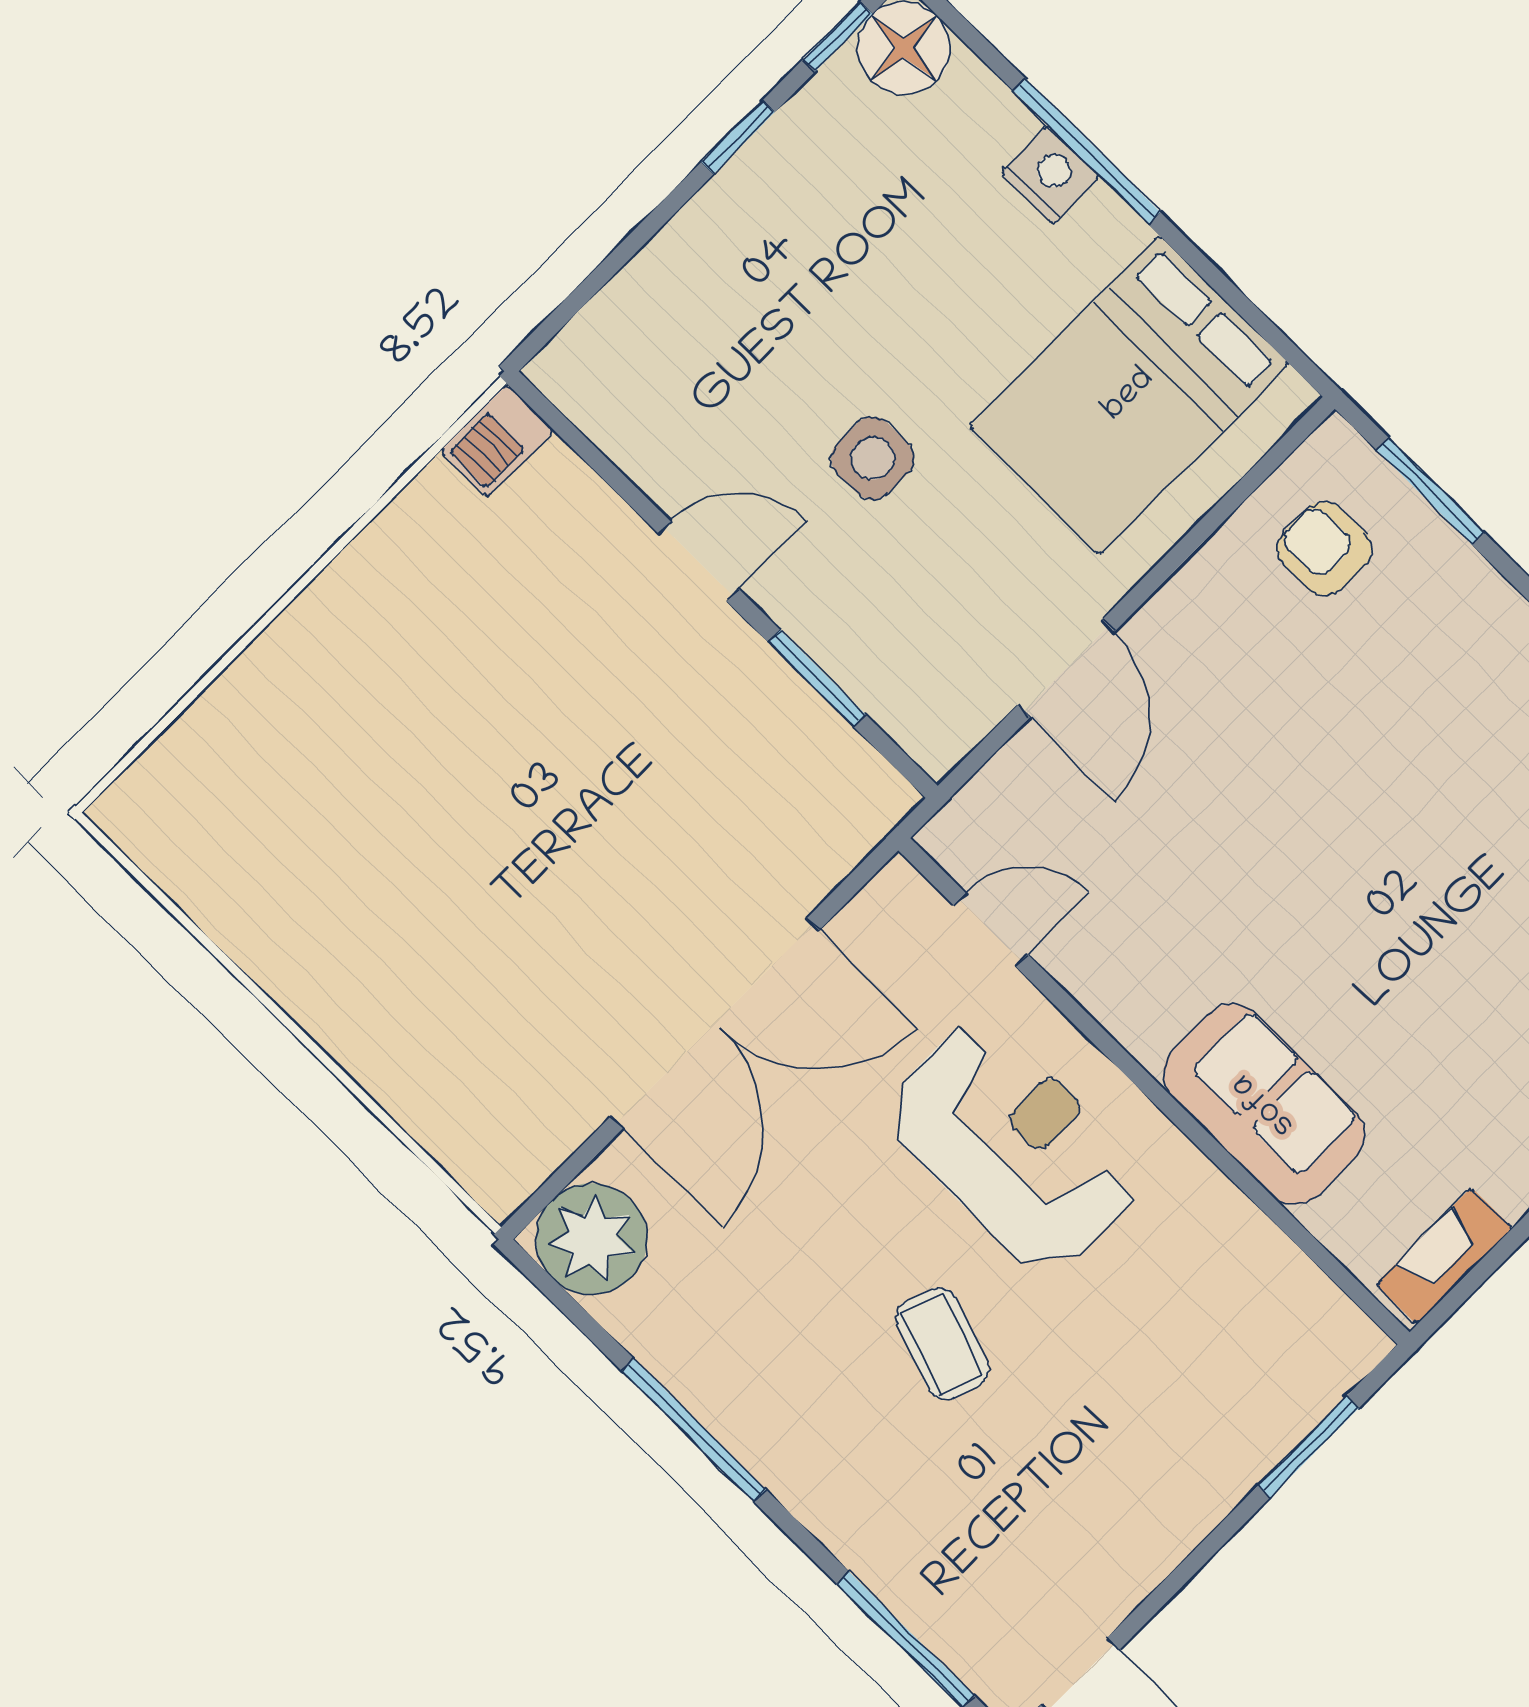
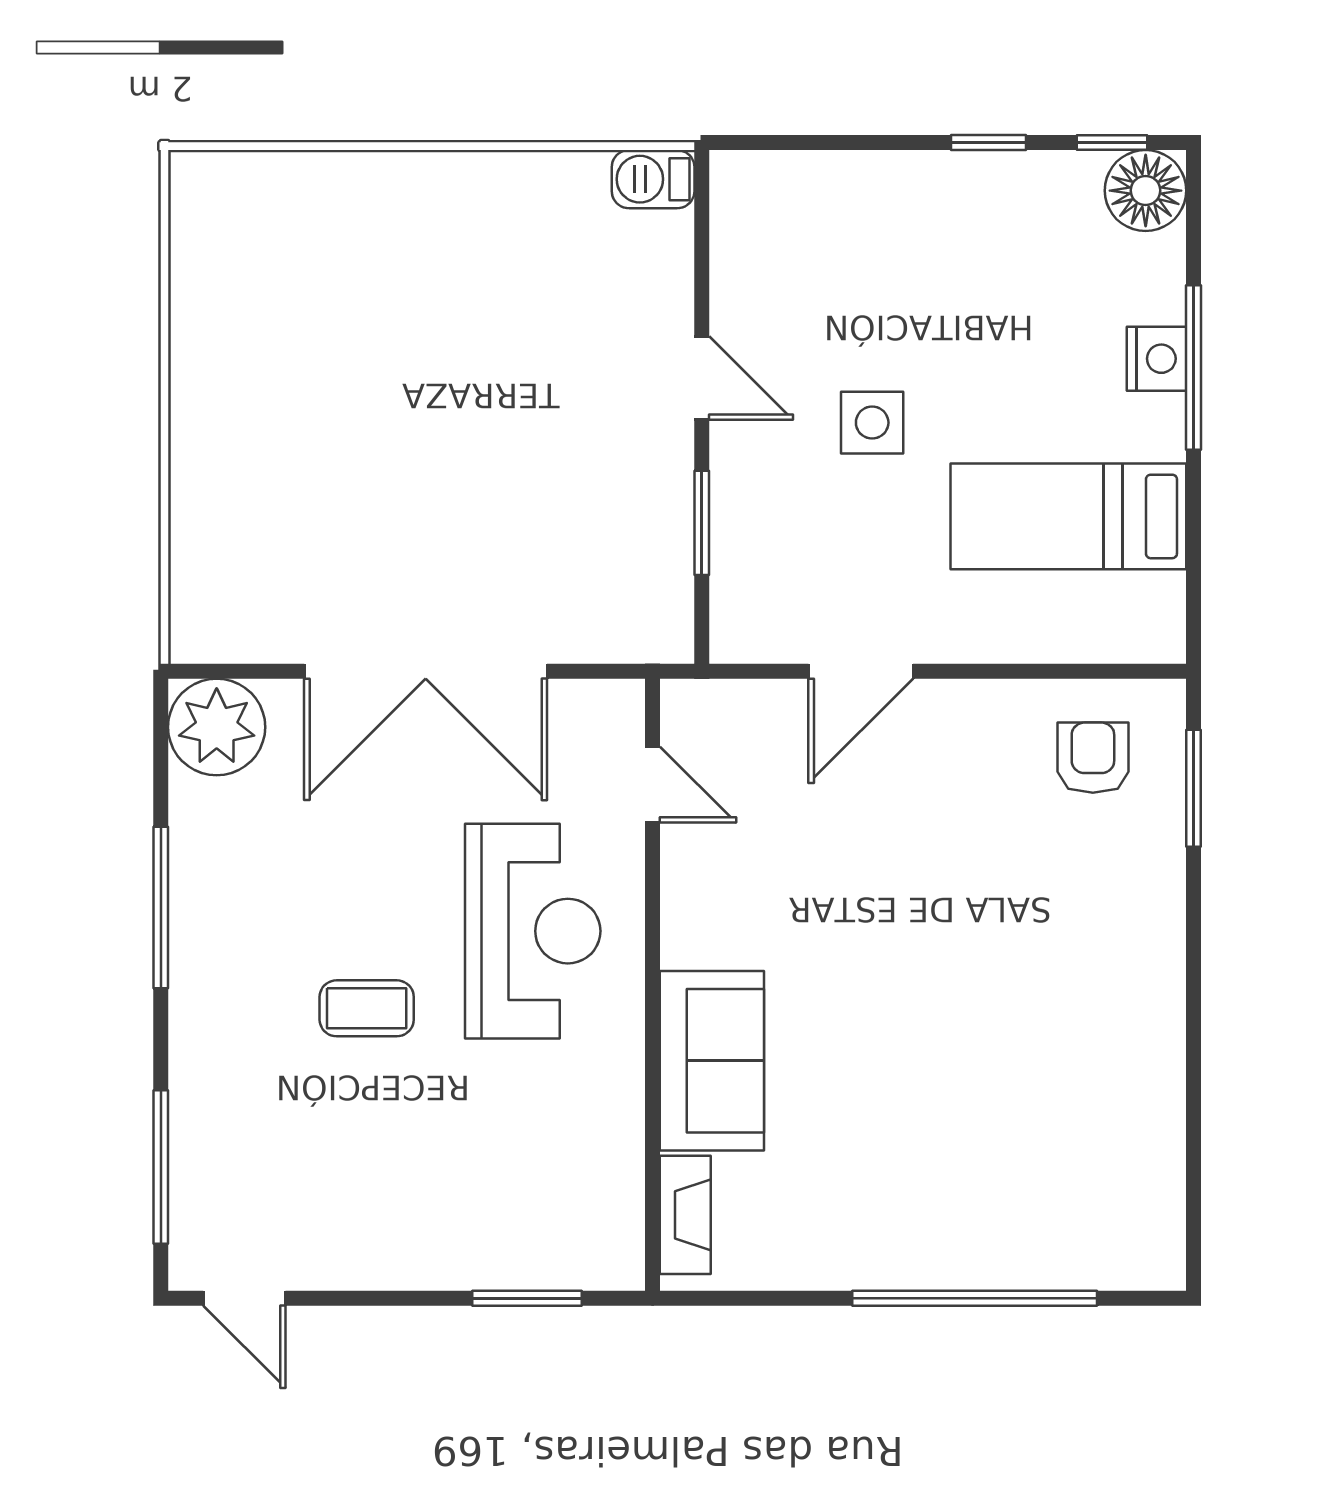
bed: (1129, 395) -> (1068, 516), width x0.67
fireplace: (1444, 1256) -> (685, 1215), moved, turned 90
coffee table: (942, 1344) -> (367, 1008), turned 70

